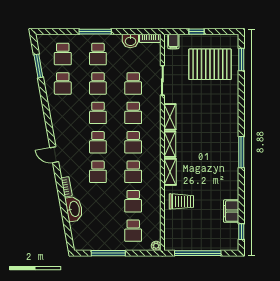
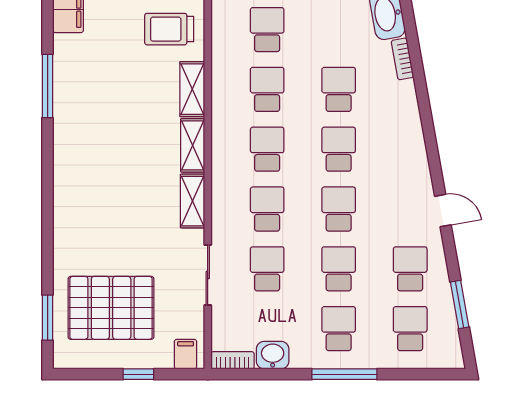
window: (241, 152) -> (48, 86), moved
door: (54, 155) -> (443, 211), moved

